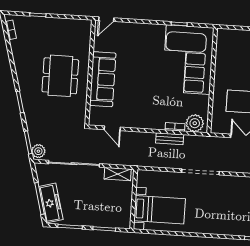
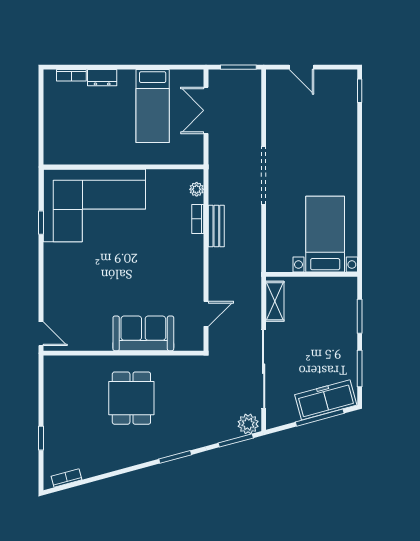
dining table: (60, 76) -> (131, 398), width x0.73
sofa: (103, 79) -> (143, 333), width x0.73
plant: (195, 123) -> (197, 189), width x0.53, depth x0.53

